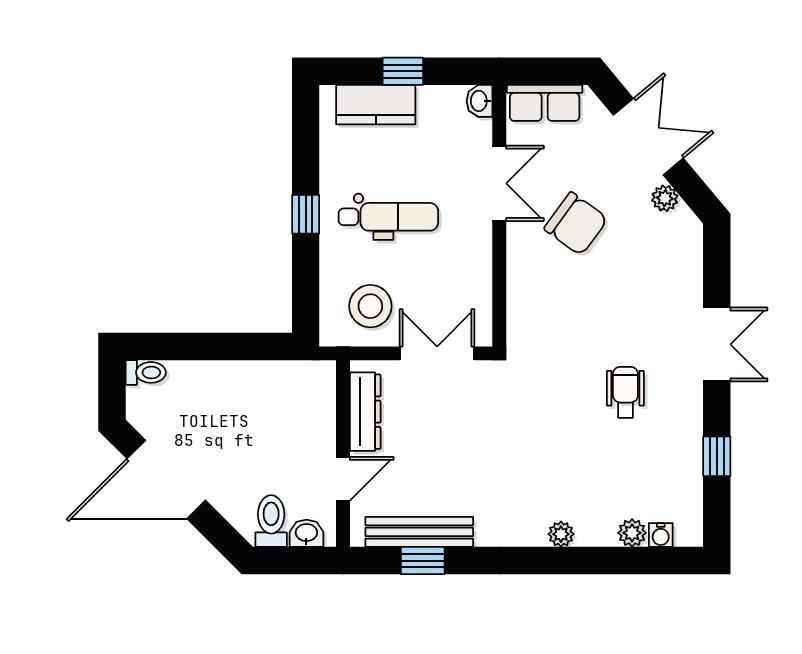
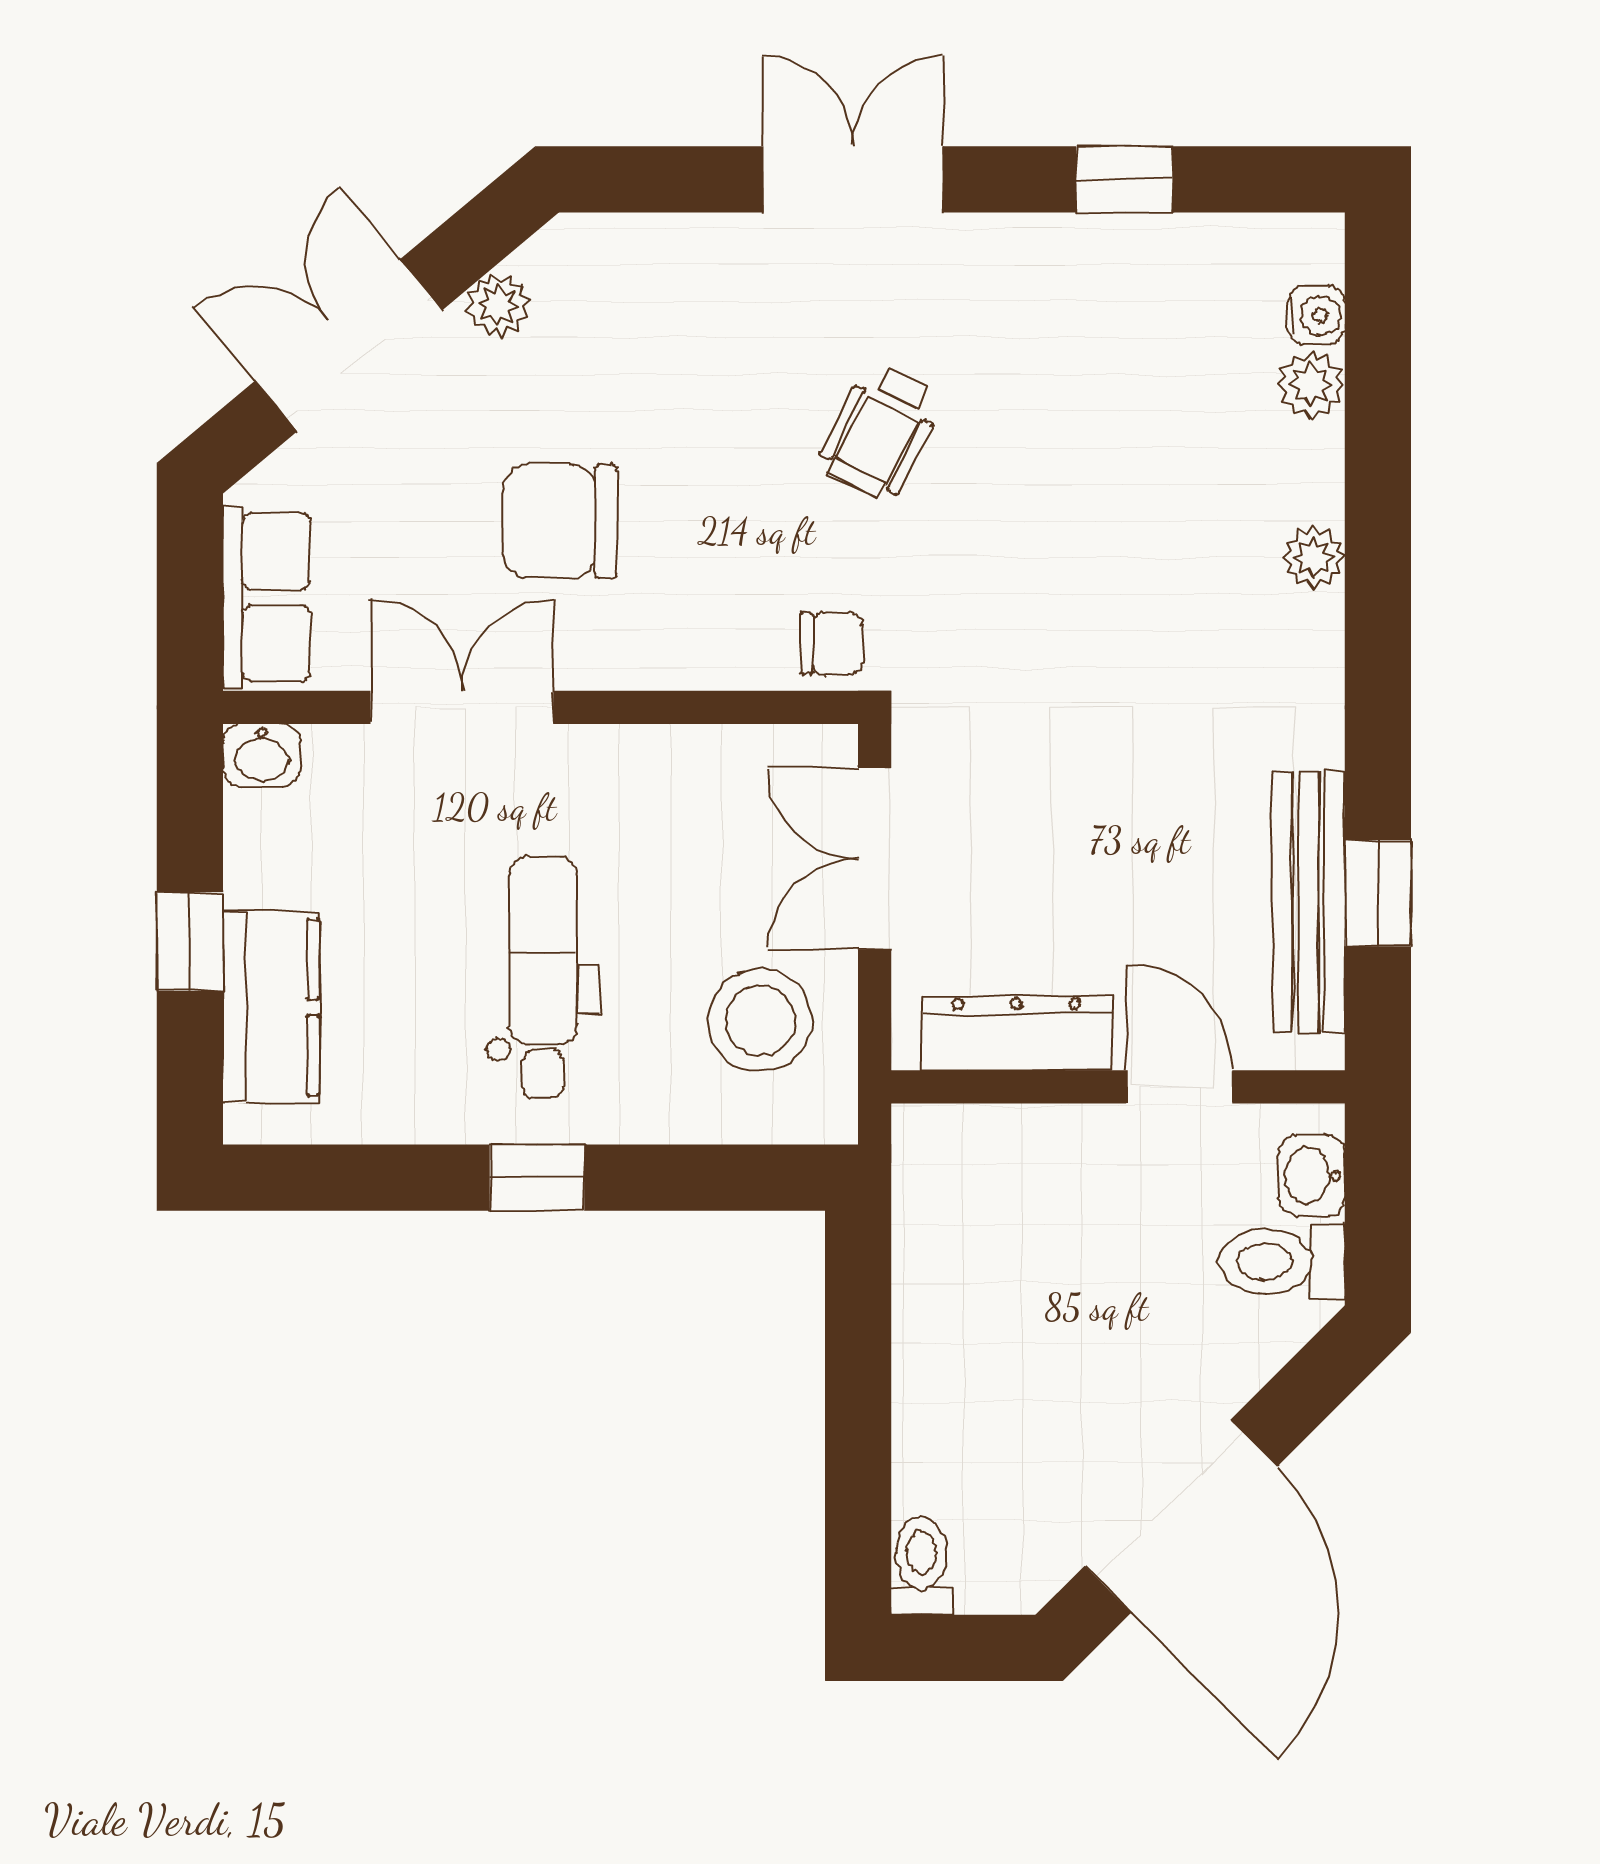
chair: (576, 224) -> (560, 521), turned -126
chair: (526, 336) -> (832, 644), added
wheelchair: (625, 392) -> (881, 431), moved, turned -63

